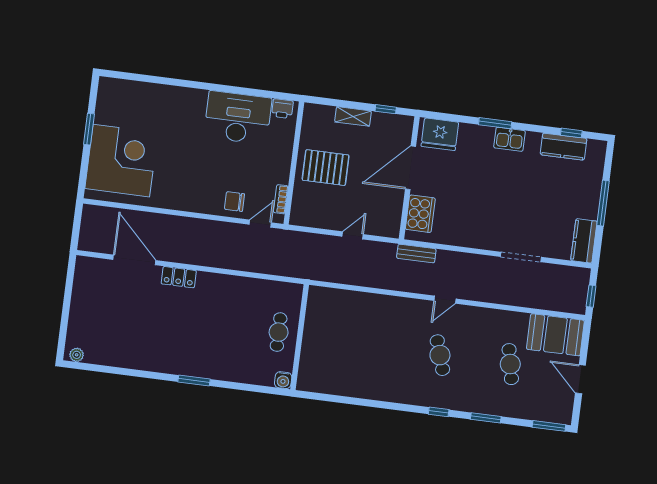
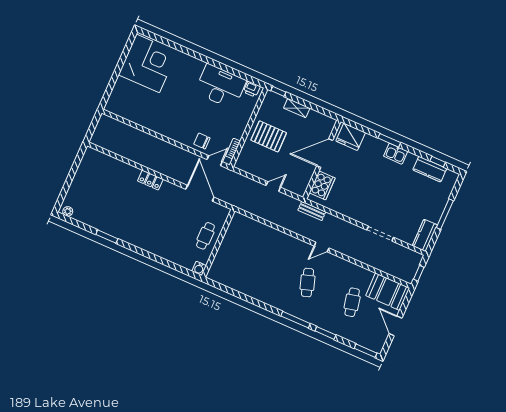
window: (386, 109) -> (278, 91), moved
window: (89, 129) -> (120, 65), removed
corner desk: (121, 161) -> (148, 63), moved
door: (134, 260) -> (200, 193), moved
window: (194, 380) -> (107, 237), moved
window: (439, 412) -> (296, 320), width x2.17

